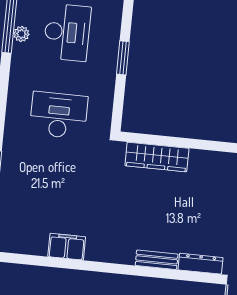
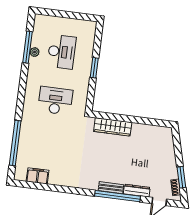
filing cabinet: (67, 247) -> (38, 176), moved
window: (168, 274) -> (118, 196), added

